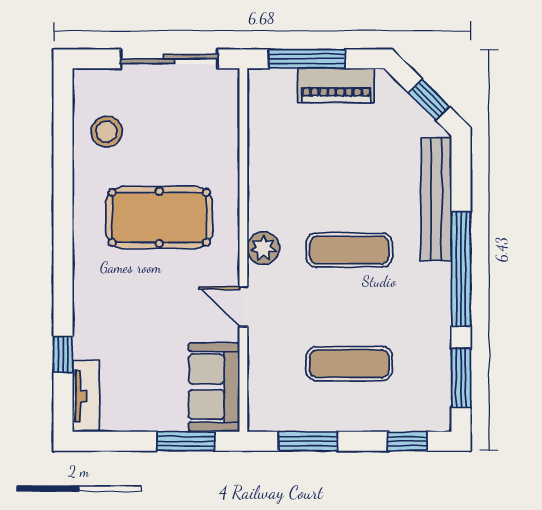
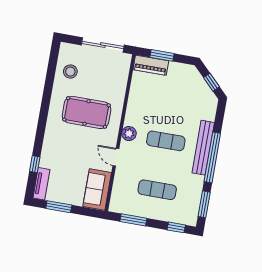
window: (307, 59) -> (162, 55), width x0.69
piano: (336, 85) -> (151, 65), moved
bench: (436, 199) -> (203, 148), moved
window: (186, 441) -> (59, 207), moved

